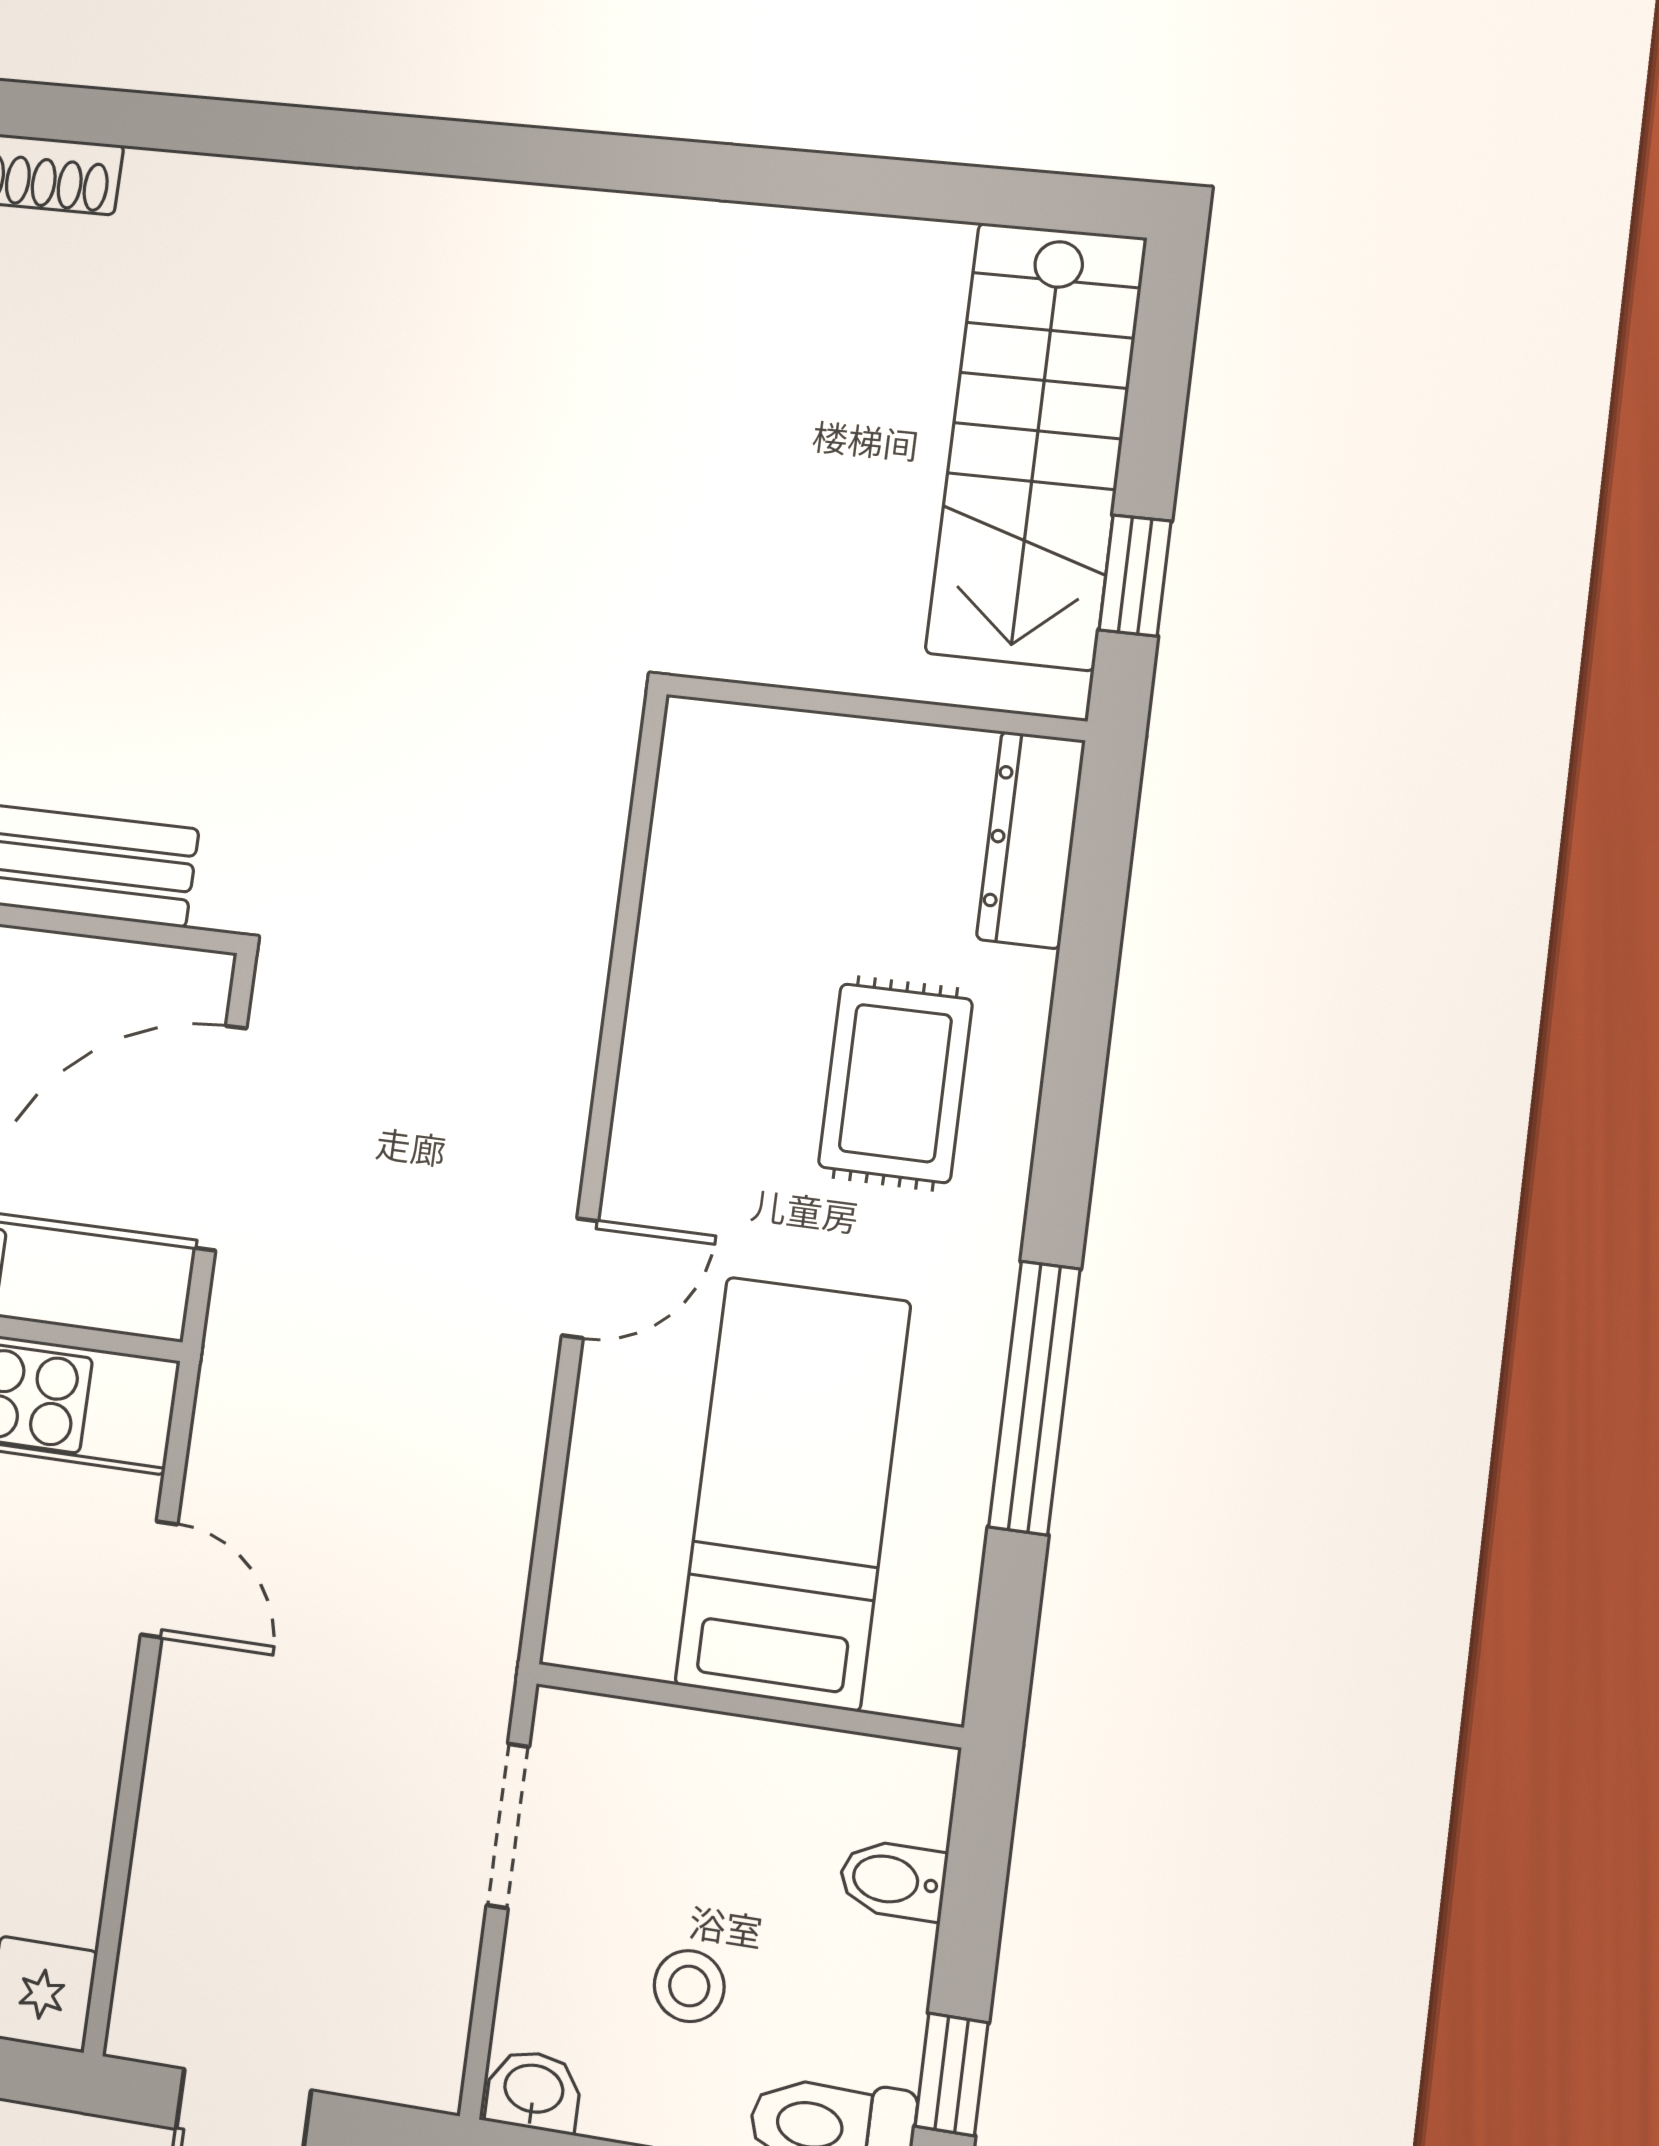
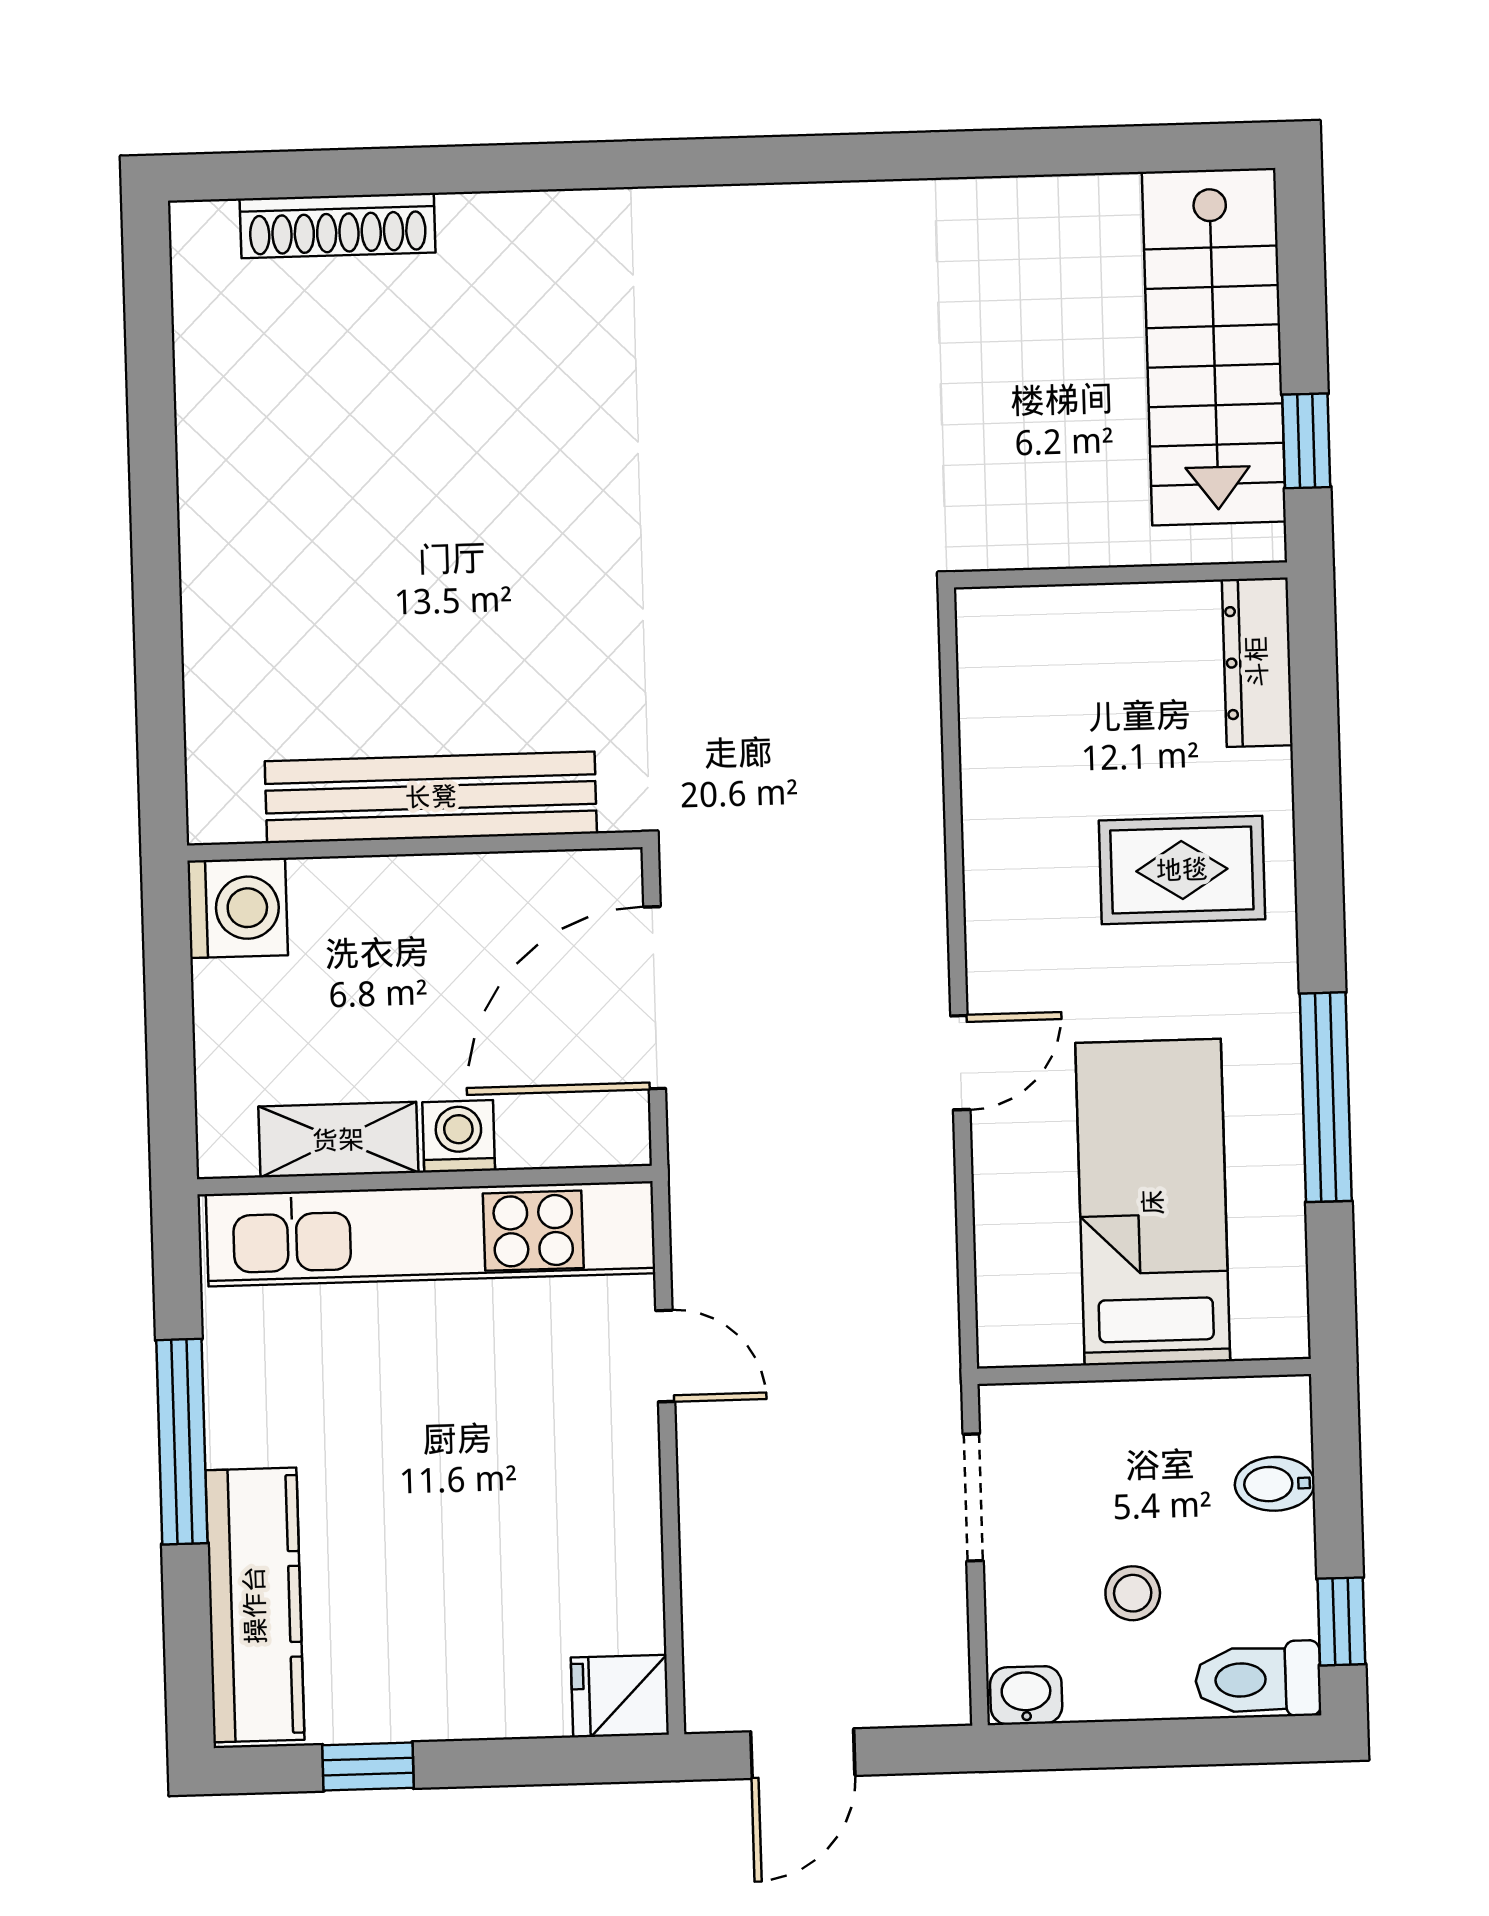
rug: (895, 1083) -> (1182, 870), turned 90

